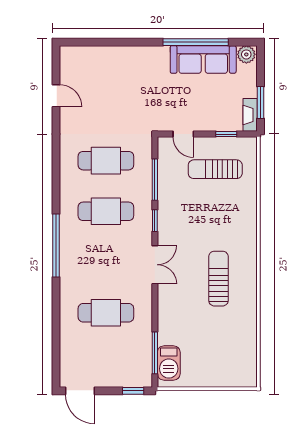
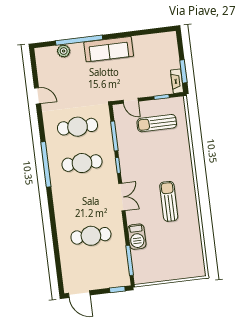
window: (196, 42) -> (79, 40), moved
plant: (246, 54) -> (64, 51), moved
sofa: (203, 59) -> (109, 49), moved
door: (56, 96) -> (37, 96), moved
window: (56, 245) -> (46, 164), moved
barbecue: (169, 363) -> (137, 237), moved

